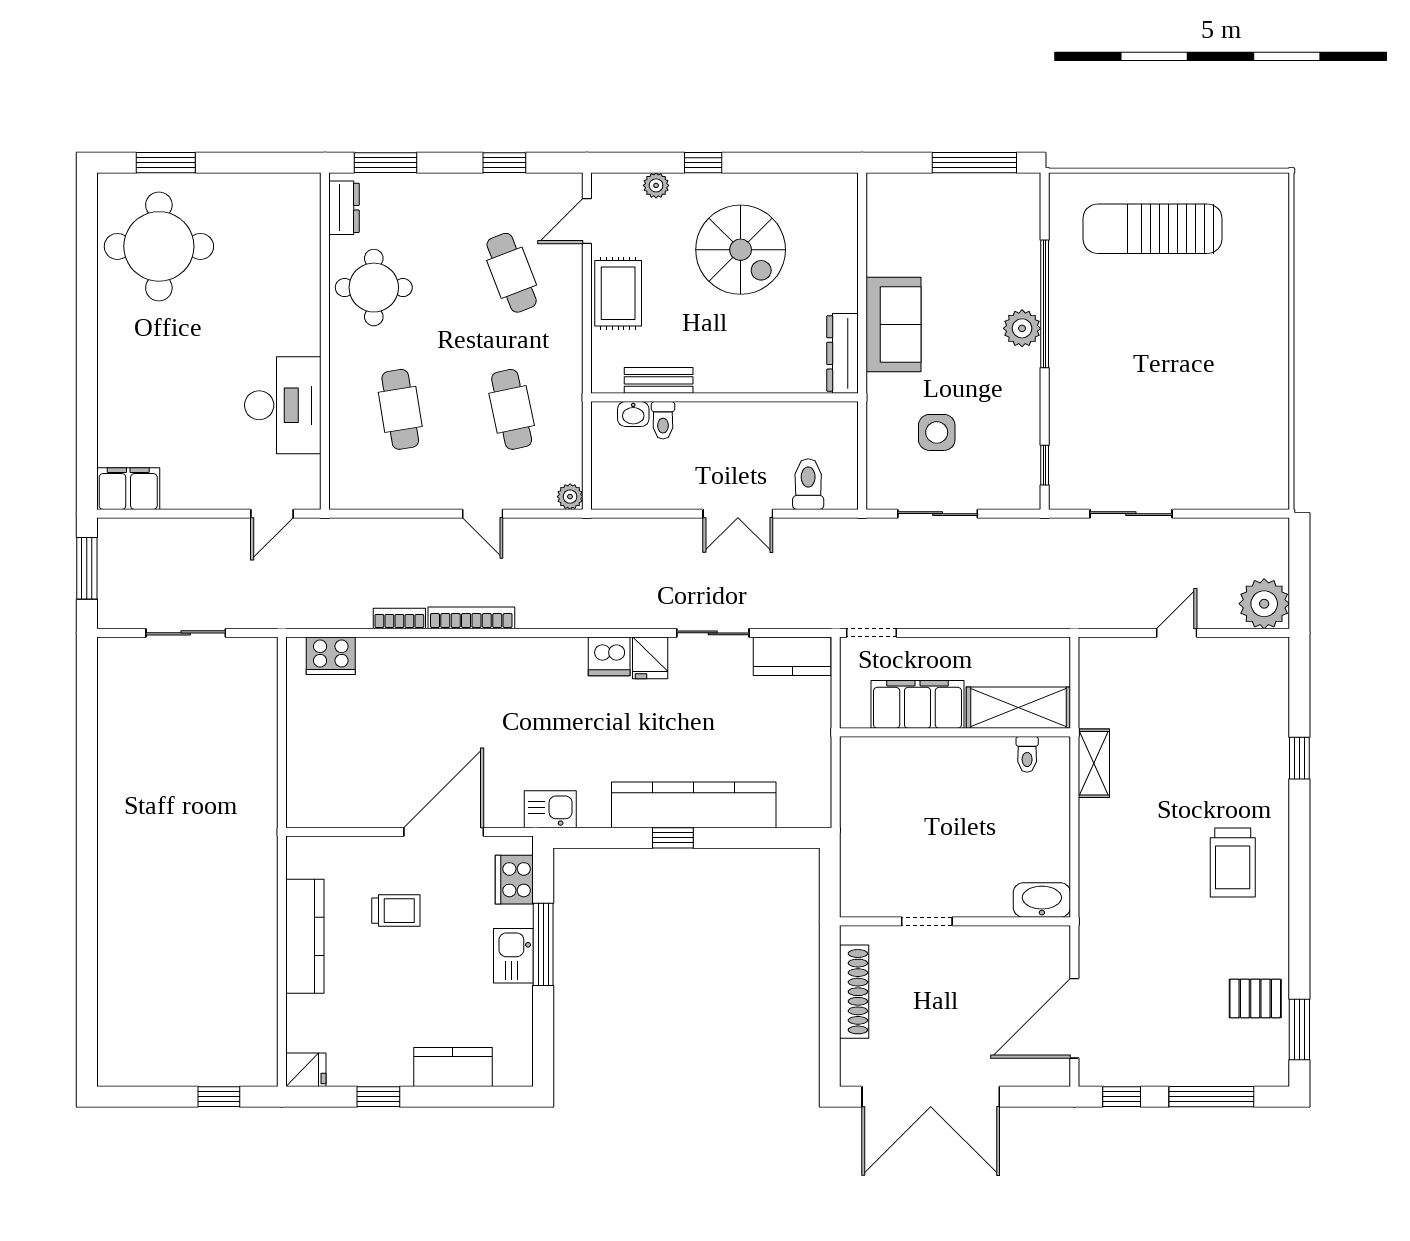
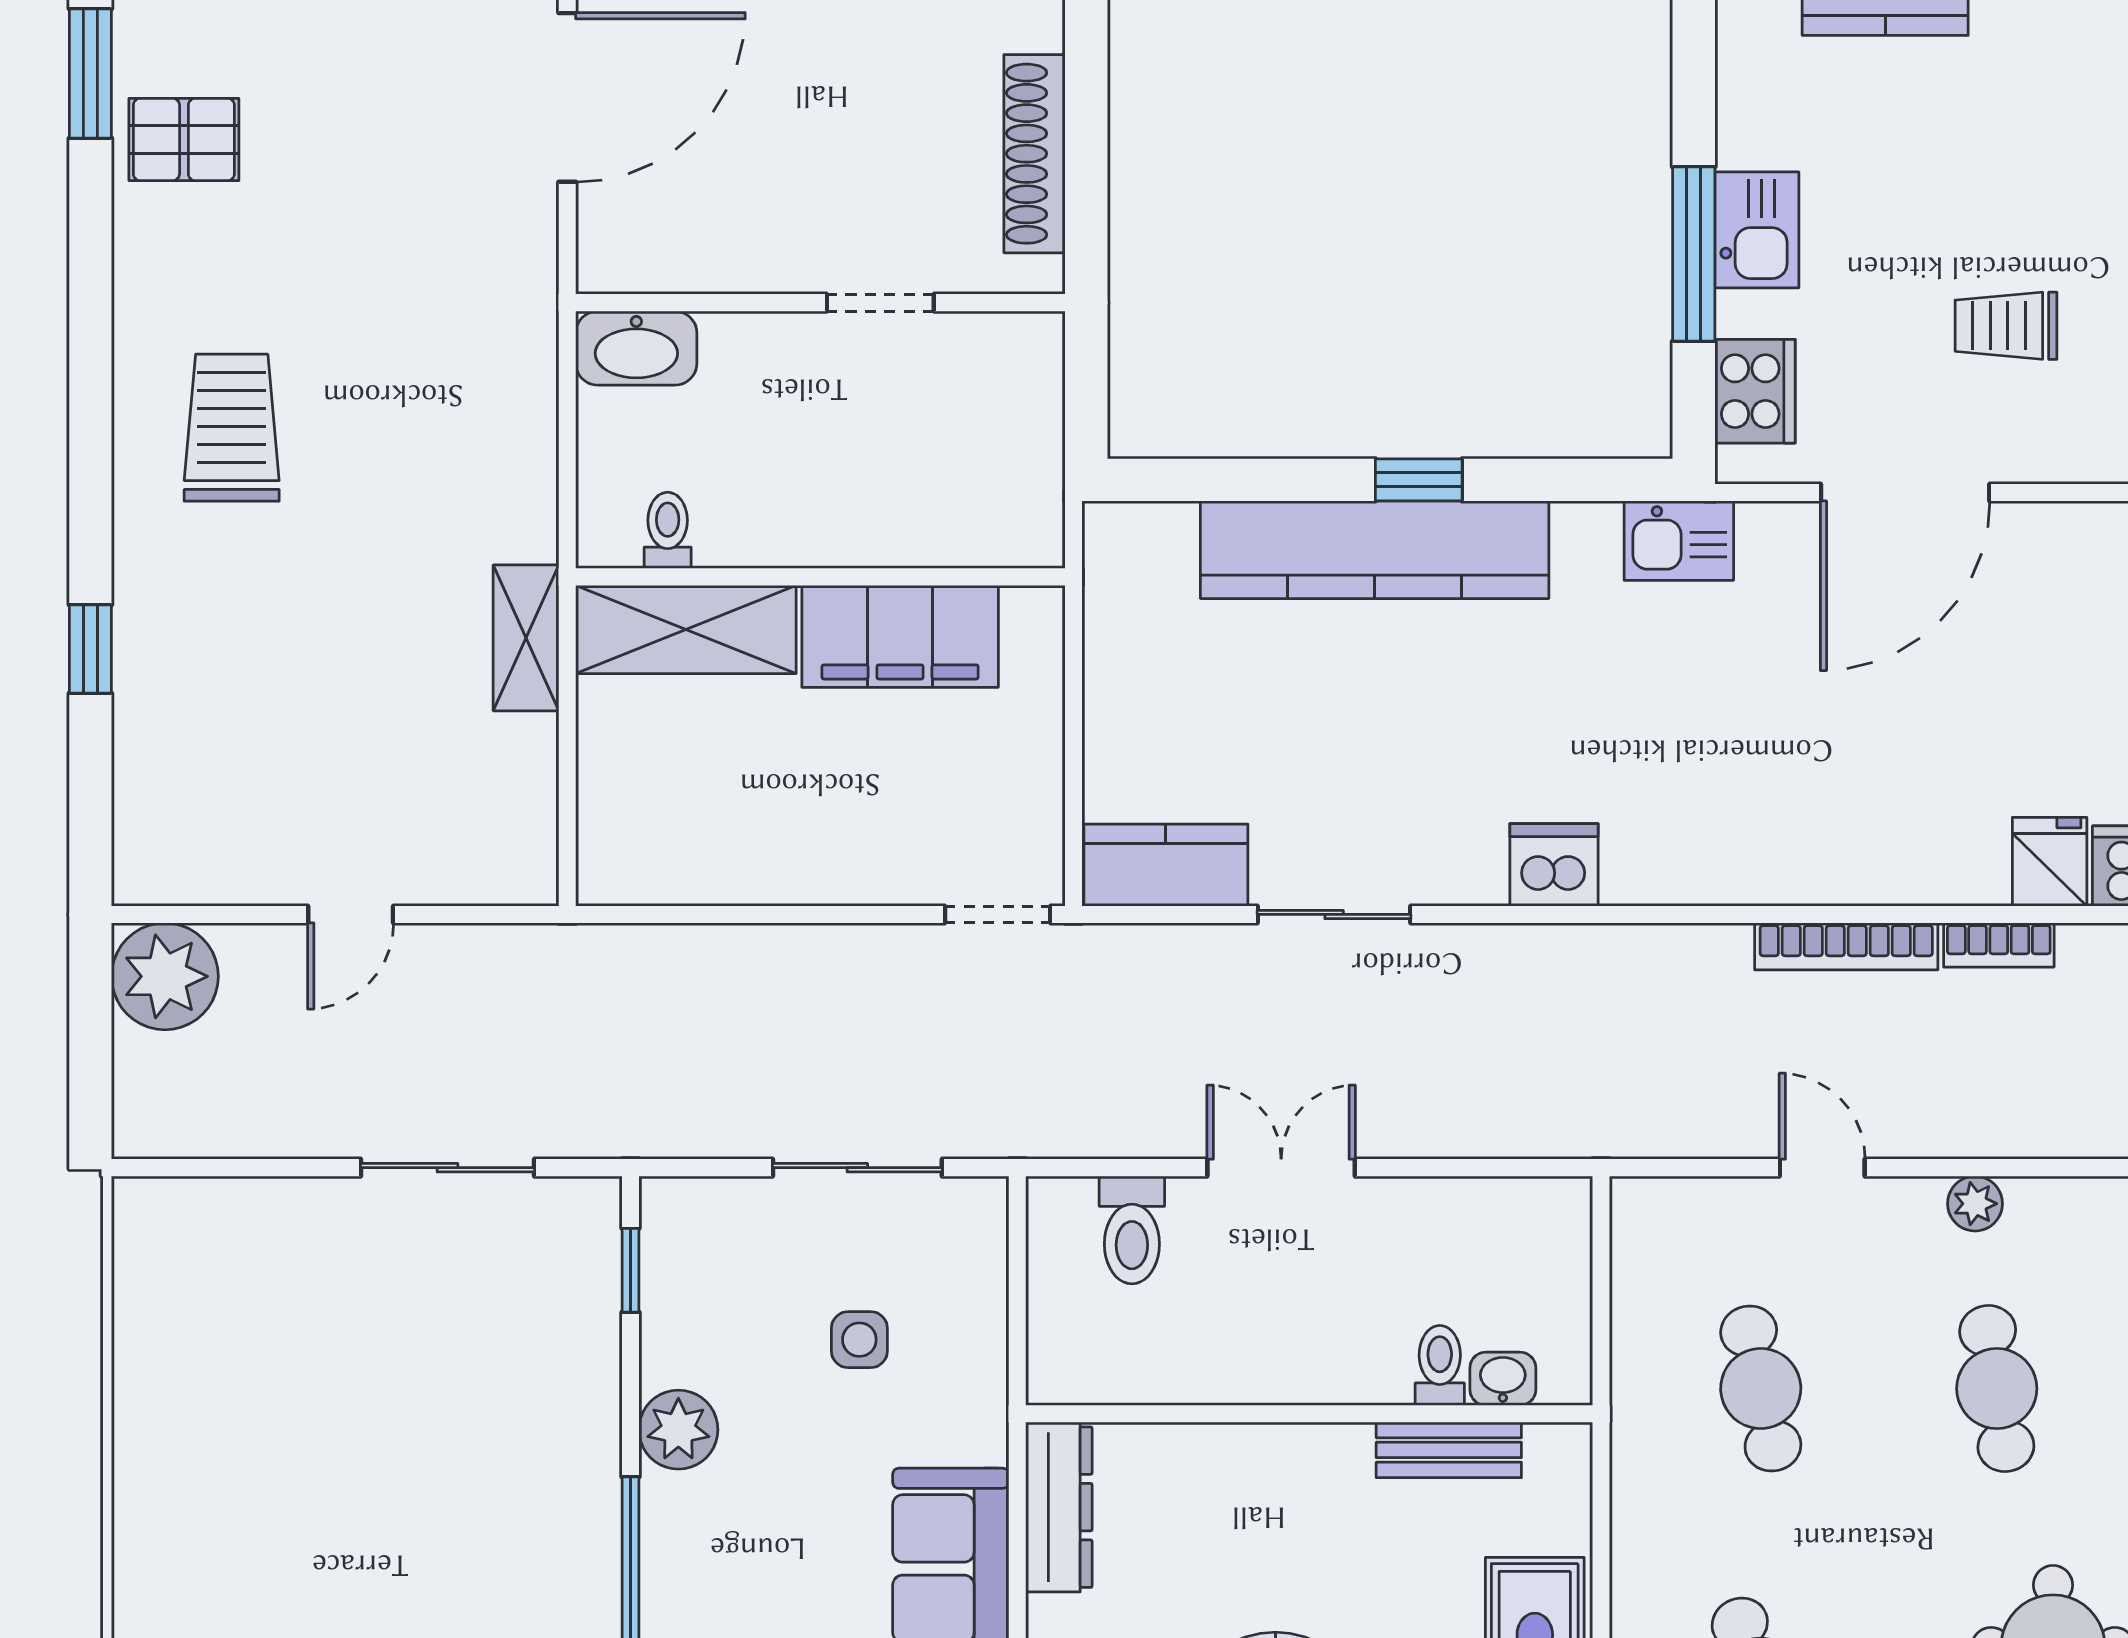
plant: (1022, 328) -> (678, 1430), moved
side table: (937, 432) -> (859, 1340), width x0.73, depth x0.73
plant: (570, 497) -> (1975, 1204), moved
fridge: (650, 658) -> (2050, 862), moved
filing cabinet: (918, 704) -> (900, 636), moved
shelving: (1018, 708) -> (686, 629), moved
wall: (955, 732) -> (820, 577), moved
toilet: (1027, 754) -> (668, 530), moved

